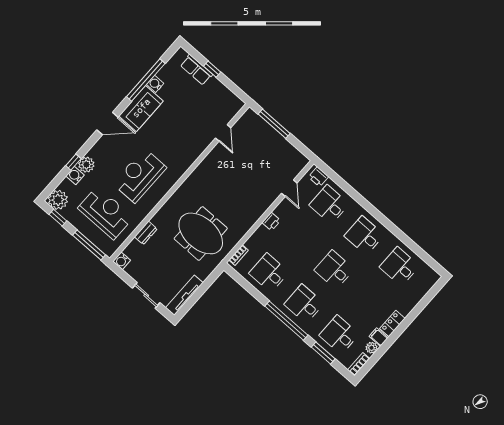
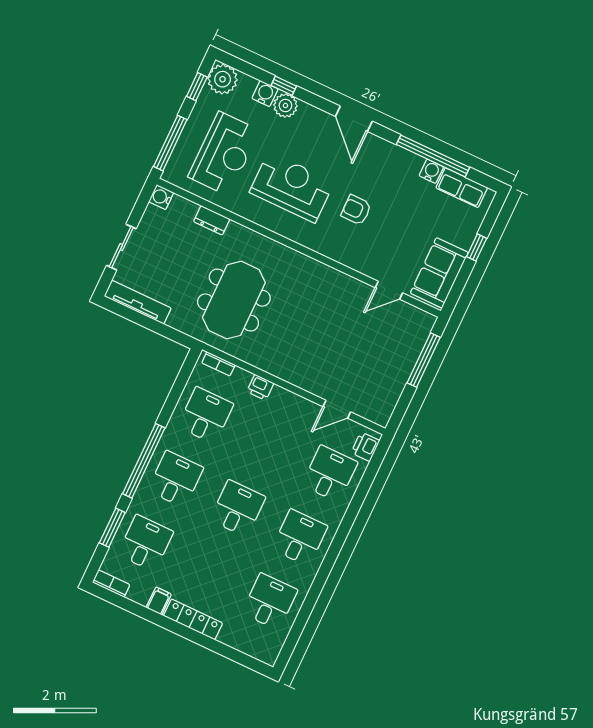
row of seats: (196, 70) -> (462, 188), moved, turned -90
sofa: (141, 108) -> (439, 273), moved, turned 90
armchair: (166, 139) -> (356, 210), added
printer: (271, 222) -> (260, 387), moved
locker: (392, 324) -> (193, 619), width x1.53
plant: (371, 348) -> (140, 595), removed

